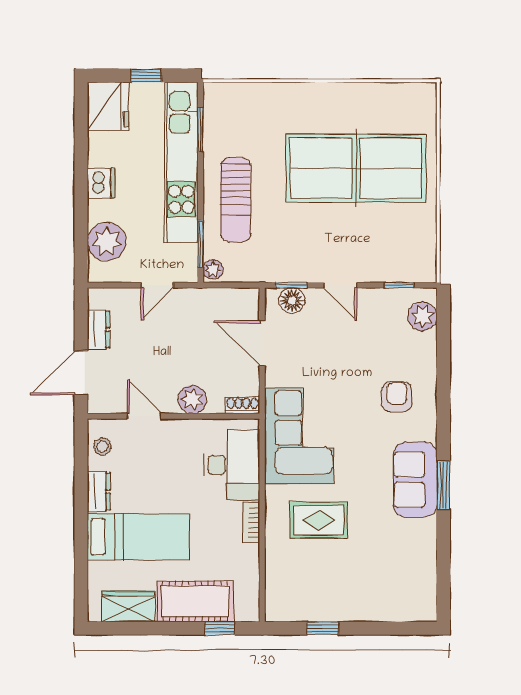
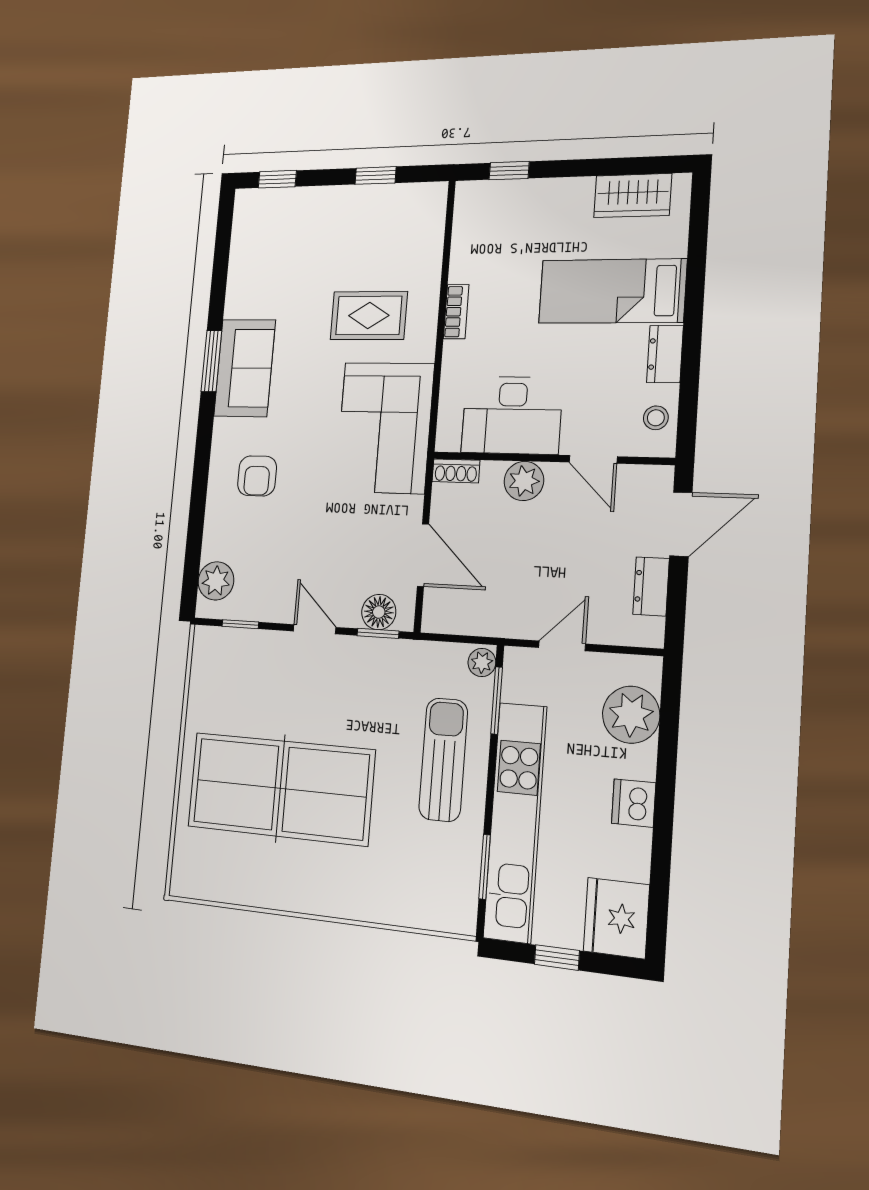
desk: (232, 465) -> (512, 415), moved, turned -90
cot: (195, 601) -> (539, 205), removed
window: (402, 628) -> (277, 179), added

